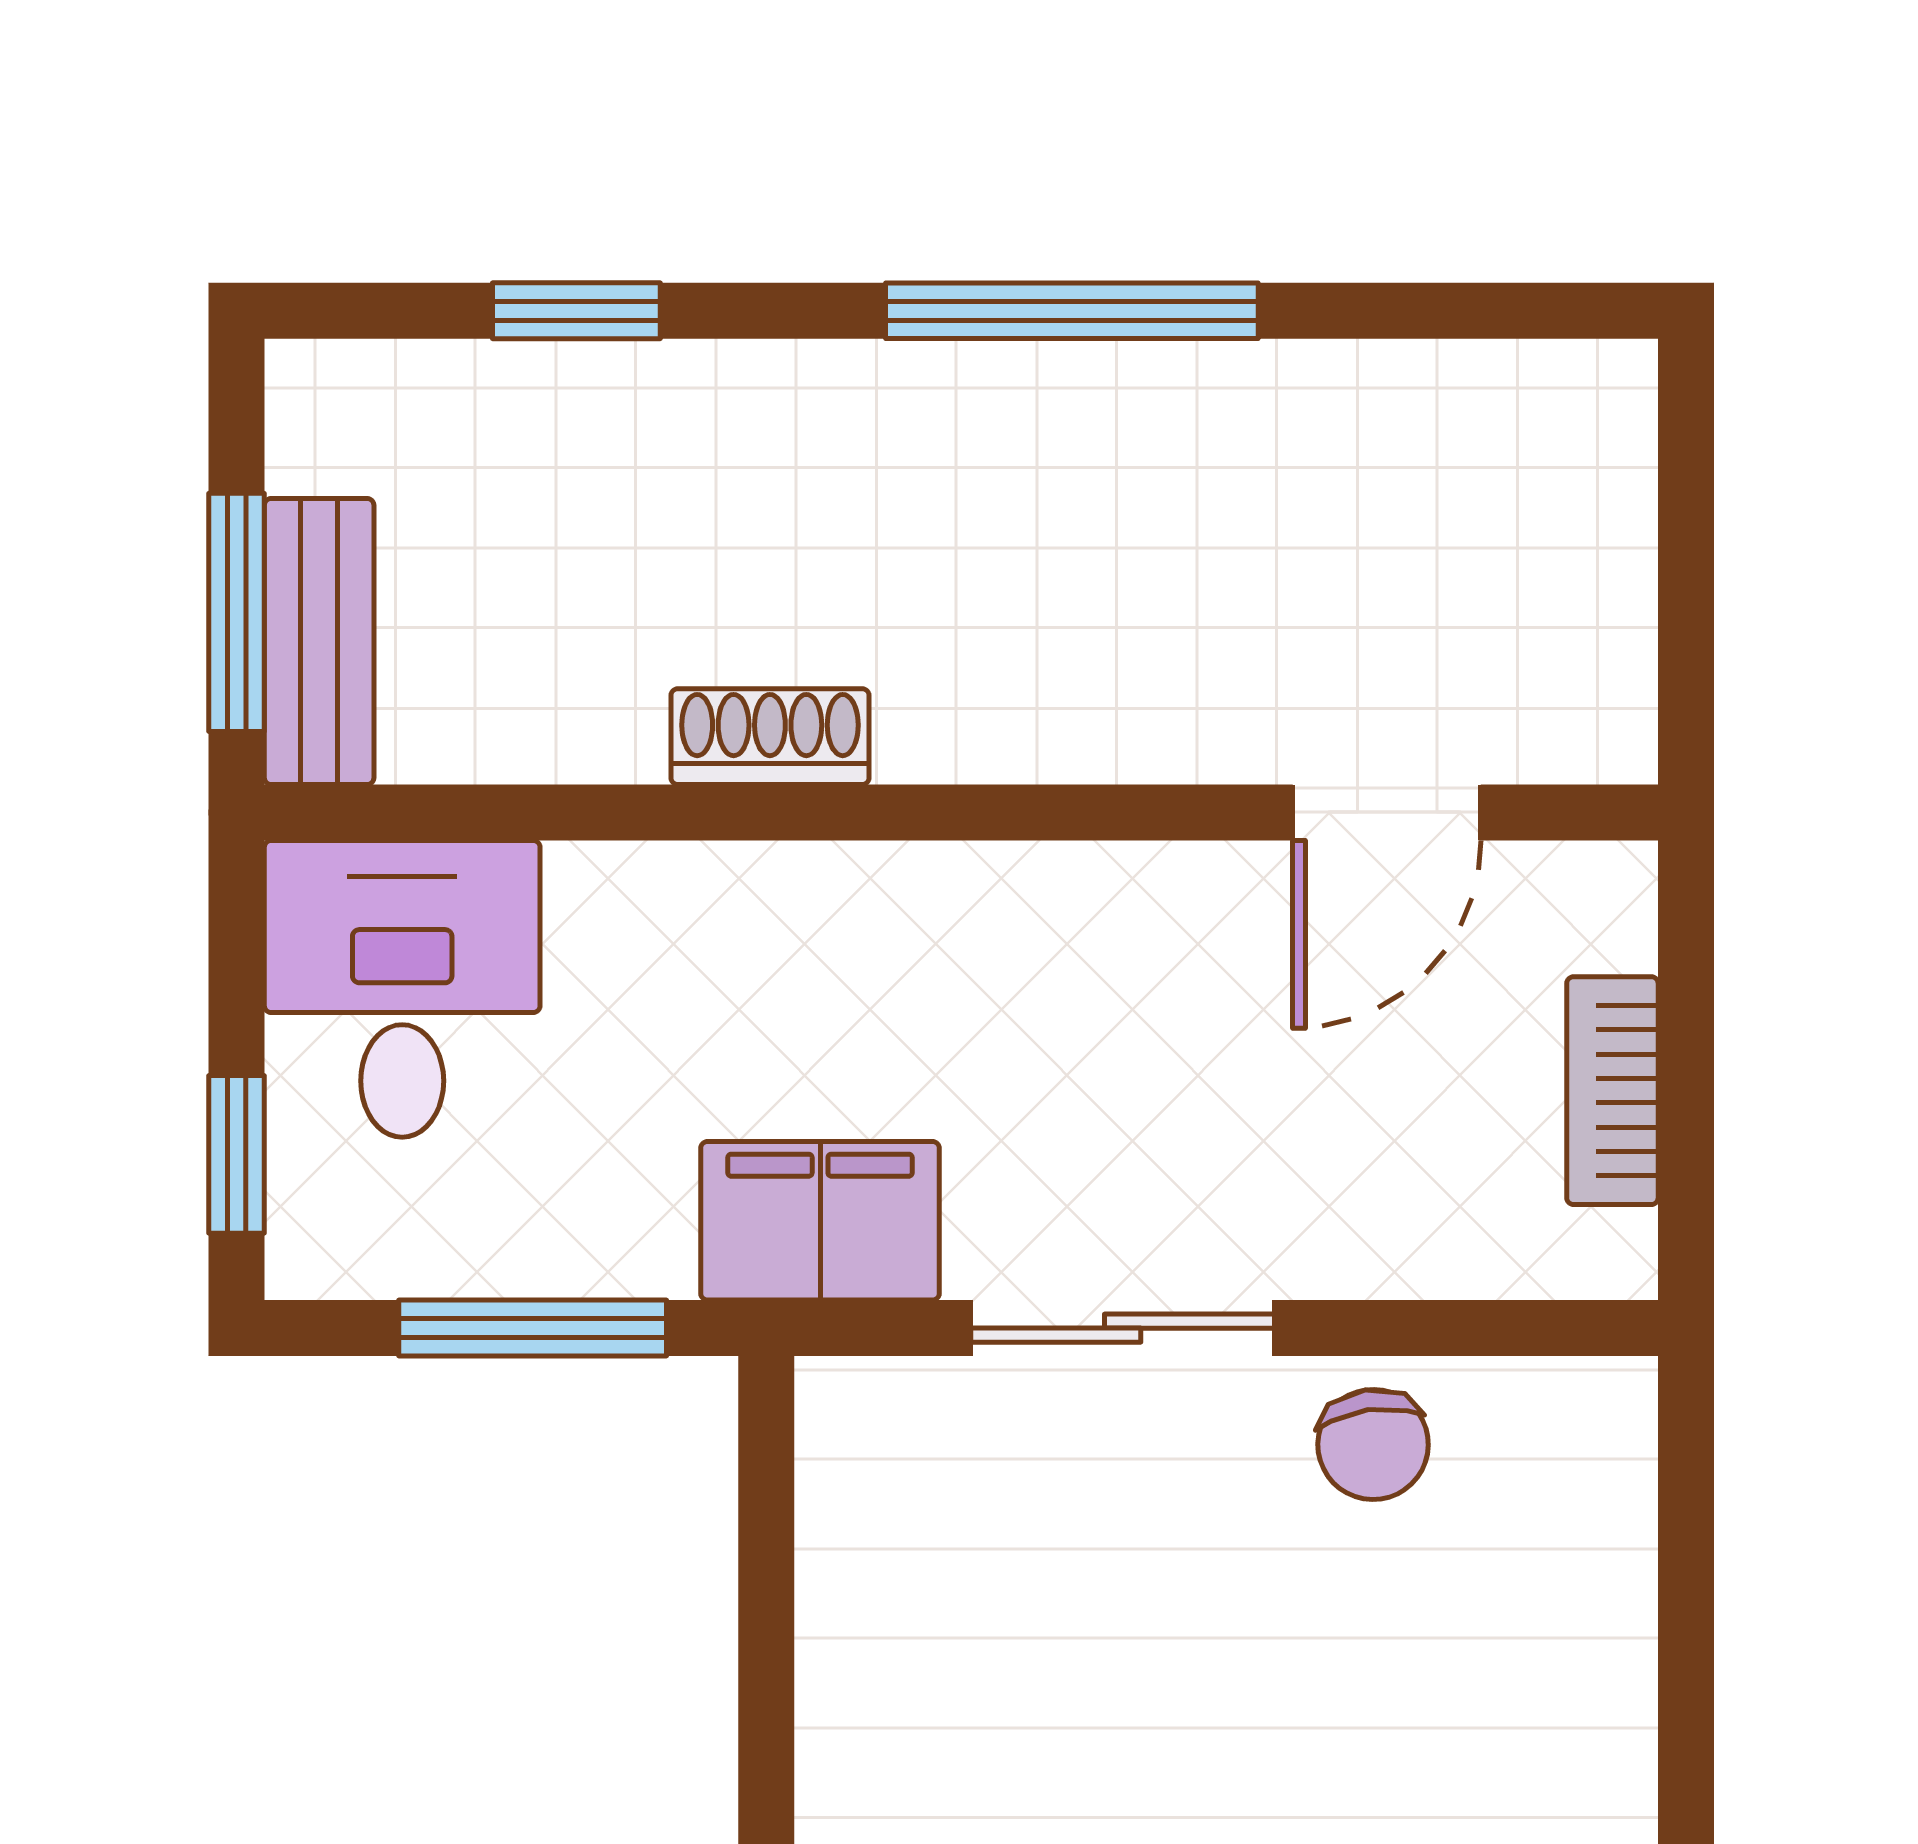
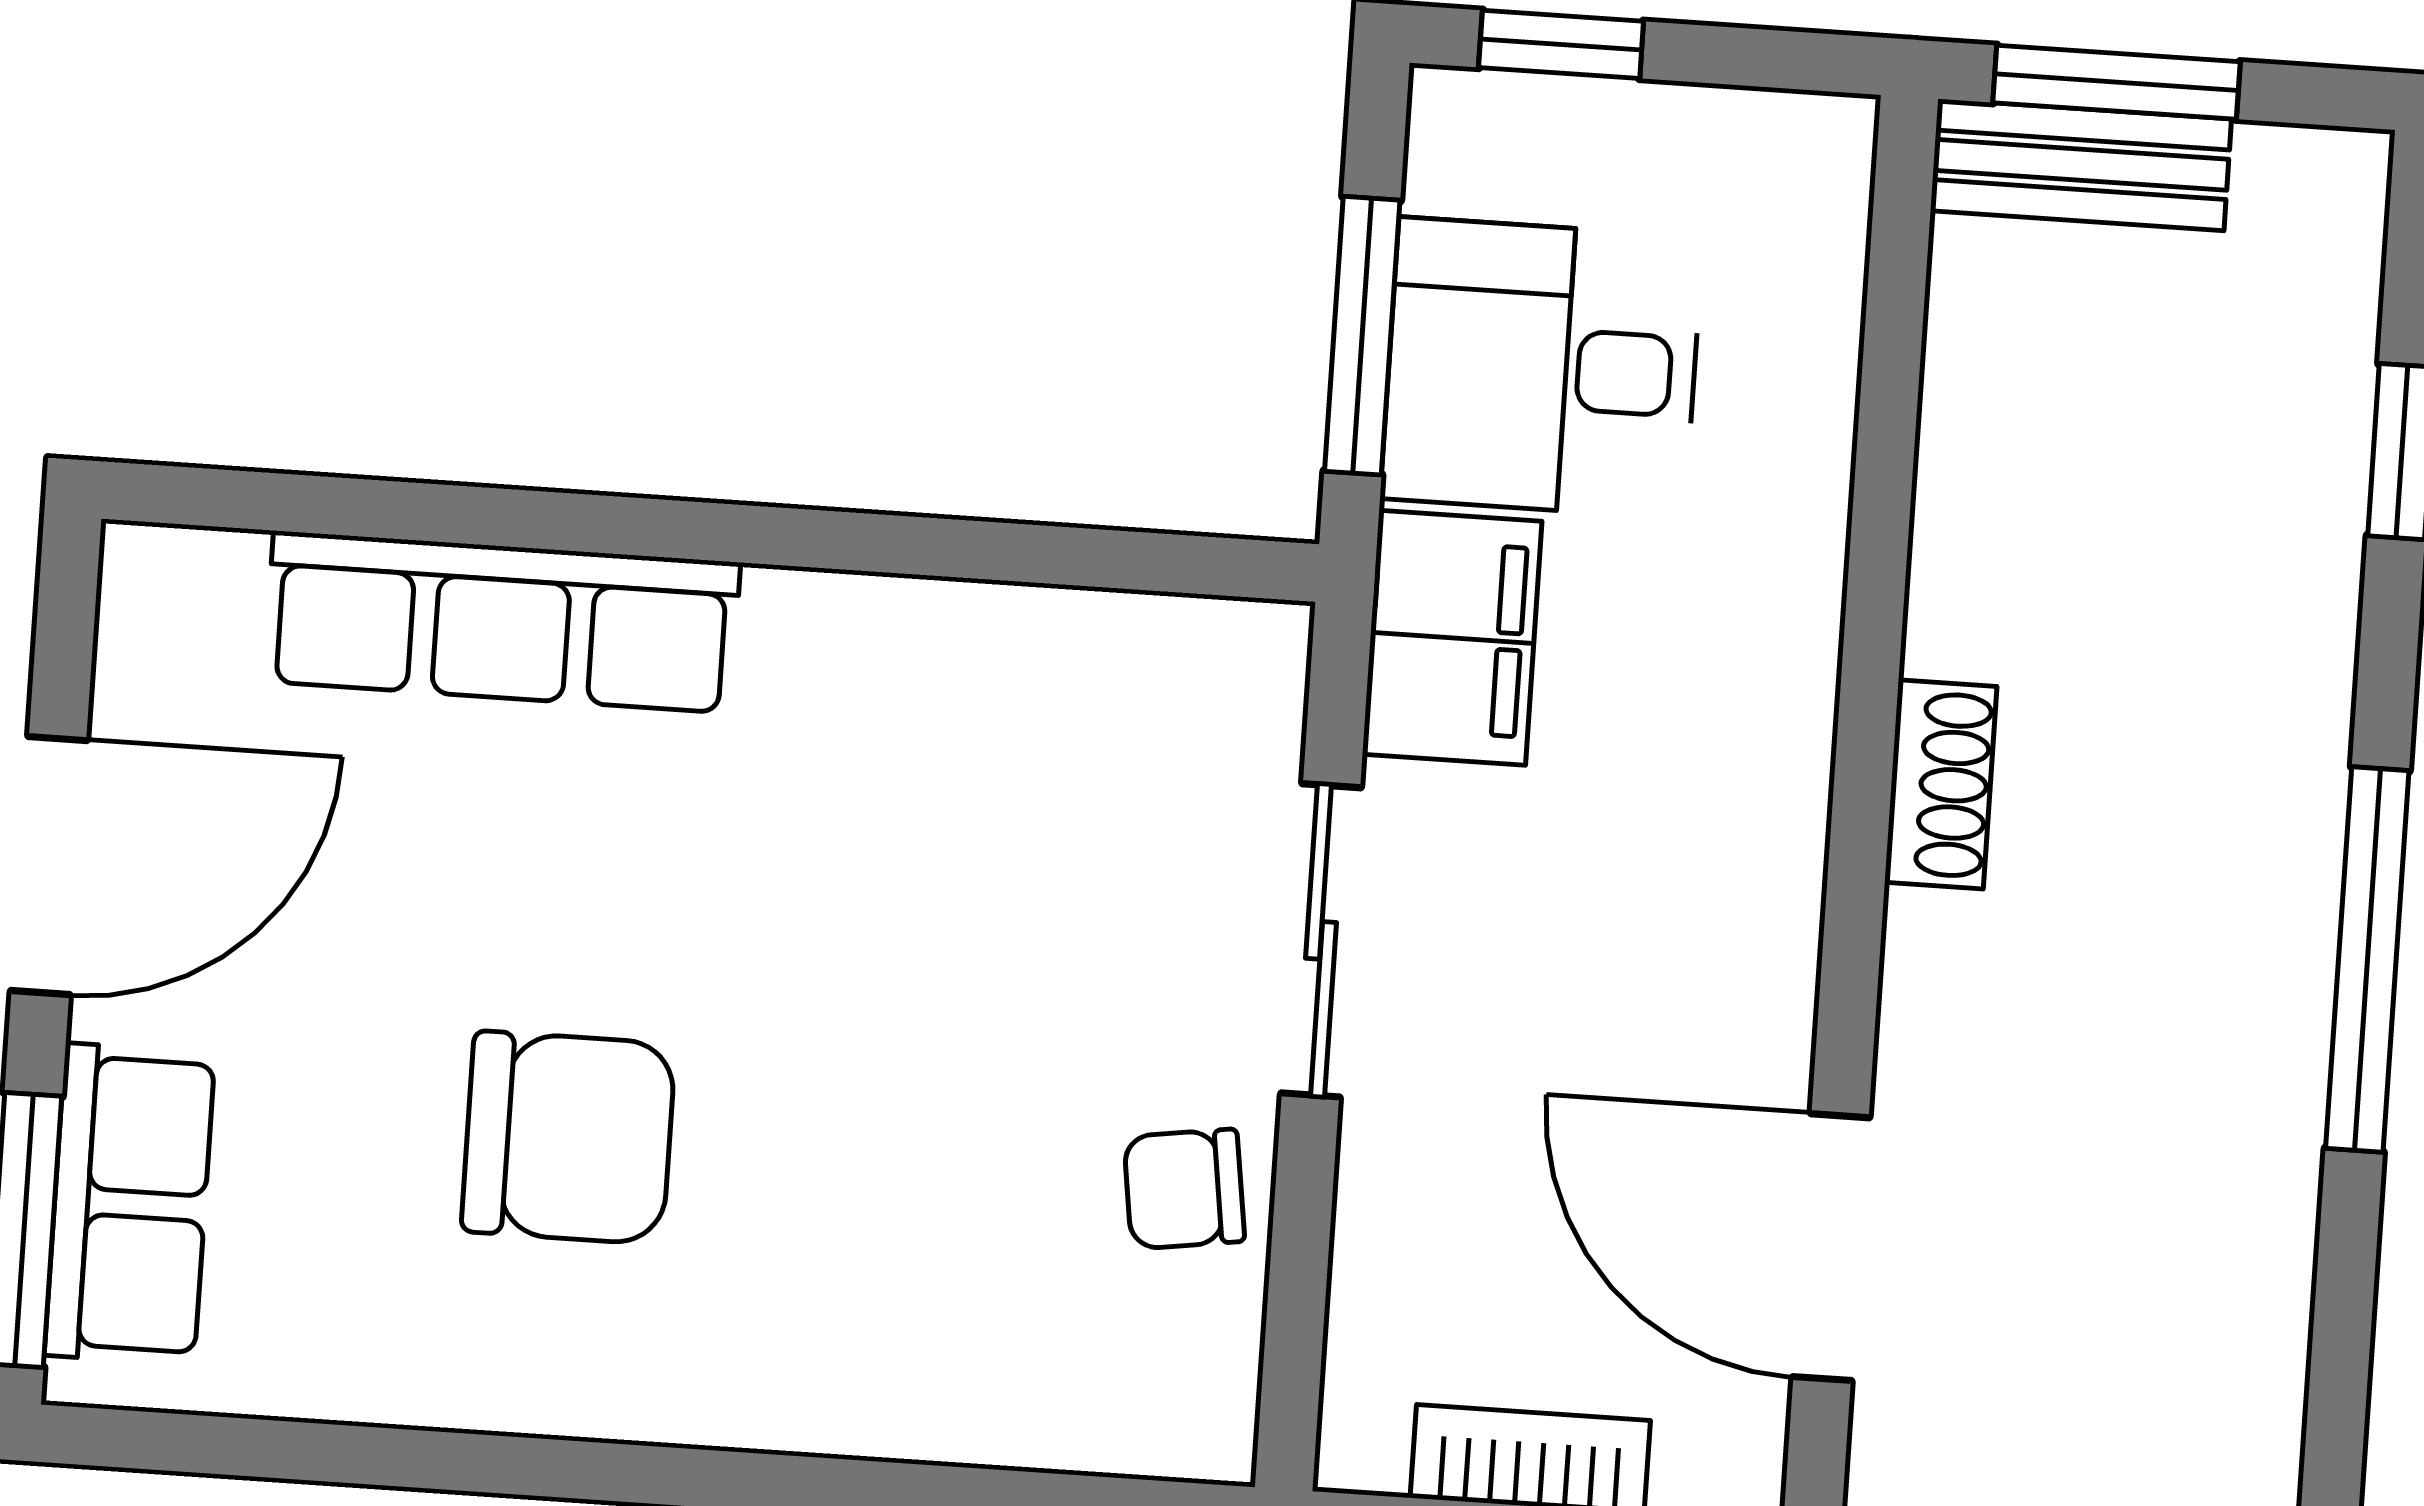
shoe rack: (770, 737) -> (1941, 784), moved
door: (1387, 812) -> (1831, 1247), width x1.38
desk: (402, 989) -> (1542, 368), moved, turned 180

